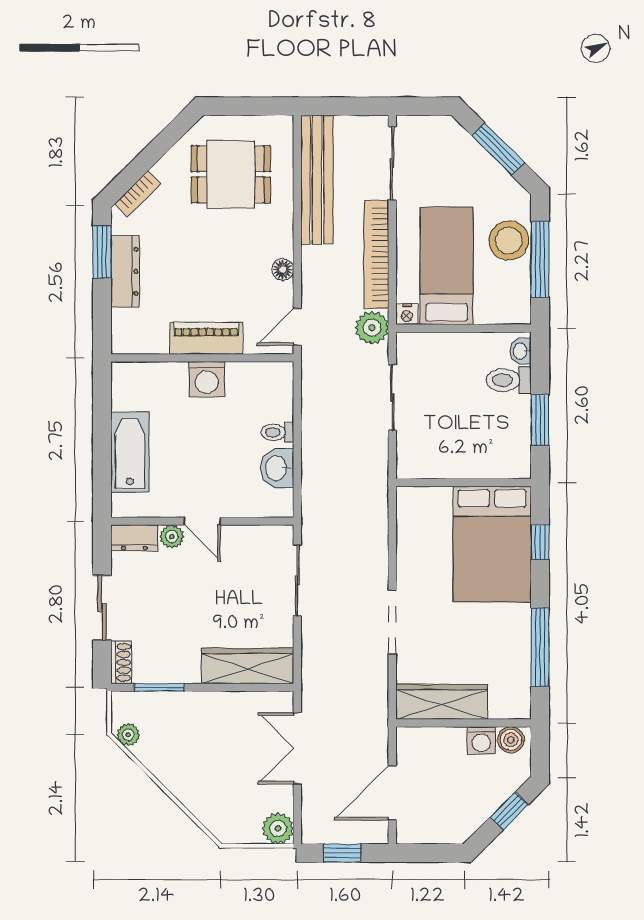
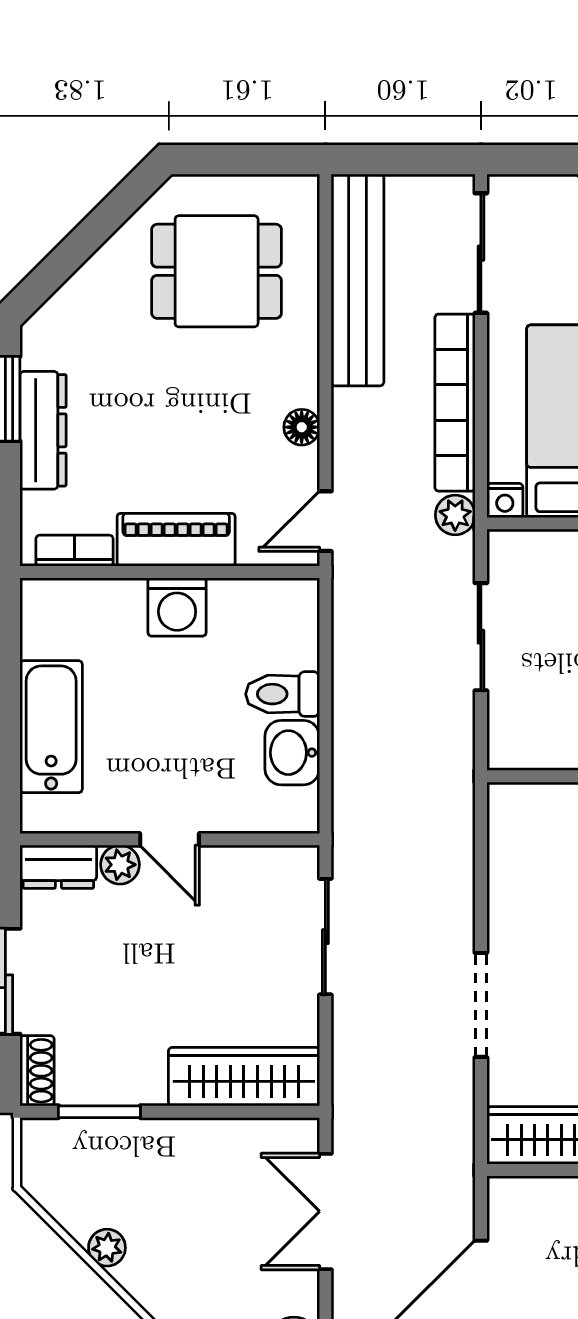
bookcase: (138, 194) -> (75, 551), moved, turned -135
plant: (372, 328) -> (455, 515), width x0.73, depth x0.73
toilet: (277, 432) -> (283, 694), width x1.37, depth x1.39
plant: (128, 735) -> (107, 1248), moved

